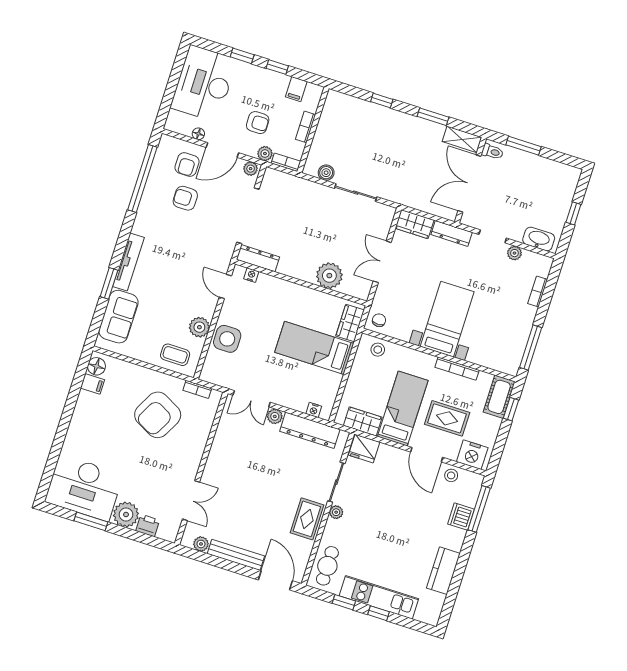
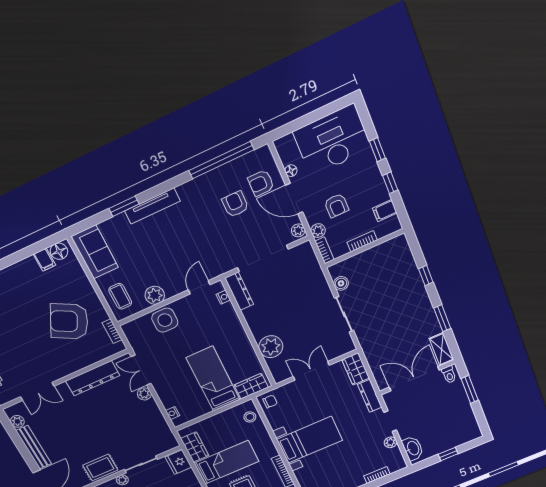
sofa: (118, 317) -> (95, 252), moved, turned -90
dresser: (310, 430) -> (93, 378), moved, turned -90

